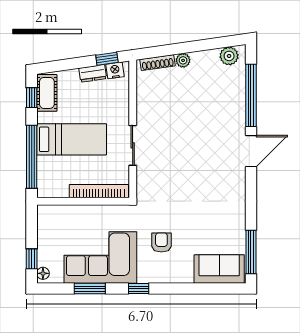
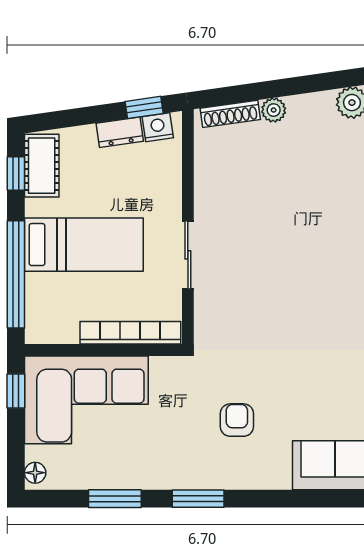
corner sofa: (100, 258) -> (86, 400), moved, turned 180
window: (32, 259) -> (16, 391), moved
window: (139, 289) -> (198, 499), width x1.50

